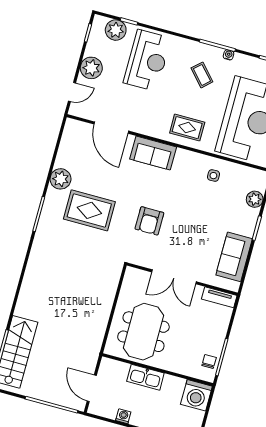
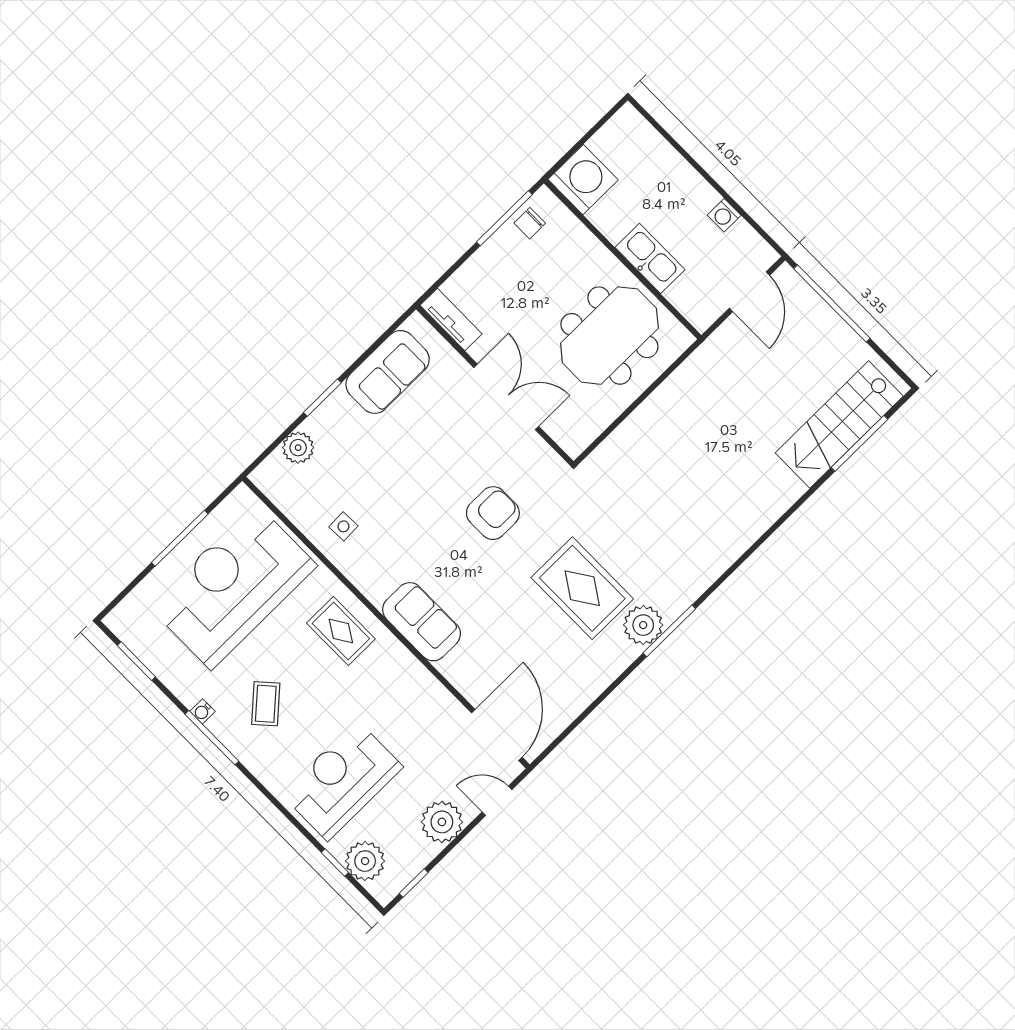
door: (111, 128) -> (497, 735), moved
plant: (61, 179) -> (643, 625), moved

